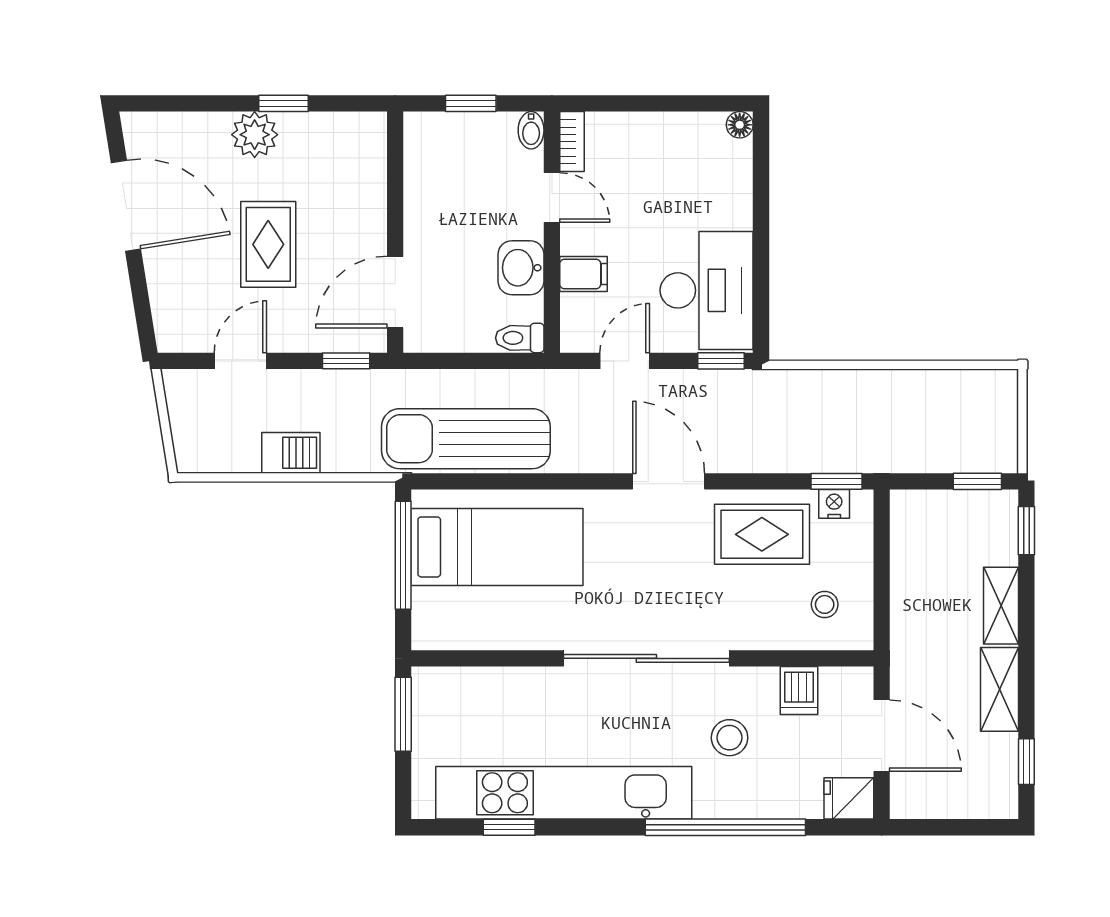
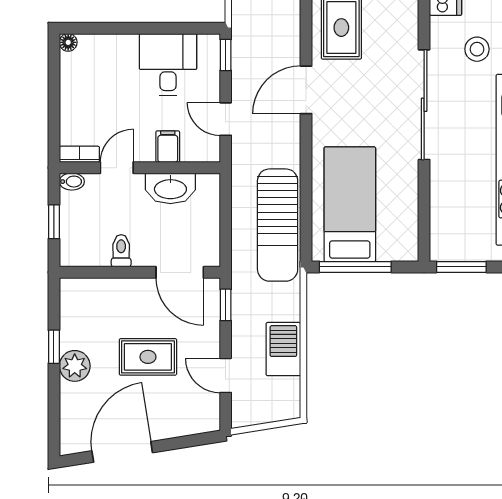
washbasin: (521, 268) -> (170, 188), width x1.38
desk: (707, 290) -> (168, 65), width x0.73
toilet: (520, 338) -> (121, 251), moved, turned 180
barbecue: (291, 453) -> (283, 349), width x1.38, depth x1.27

